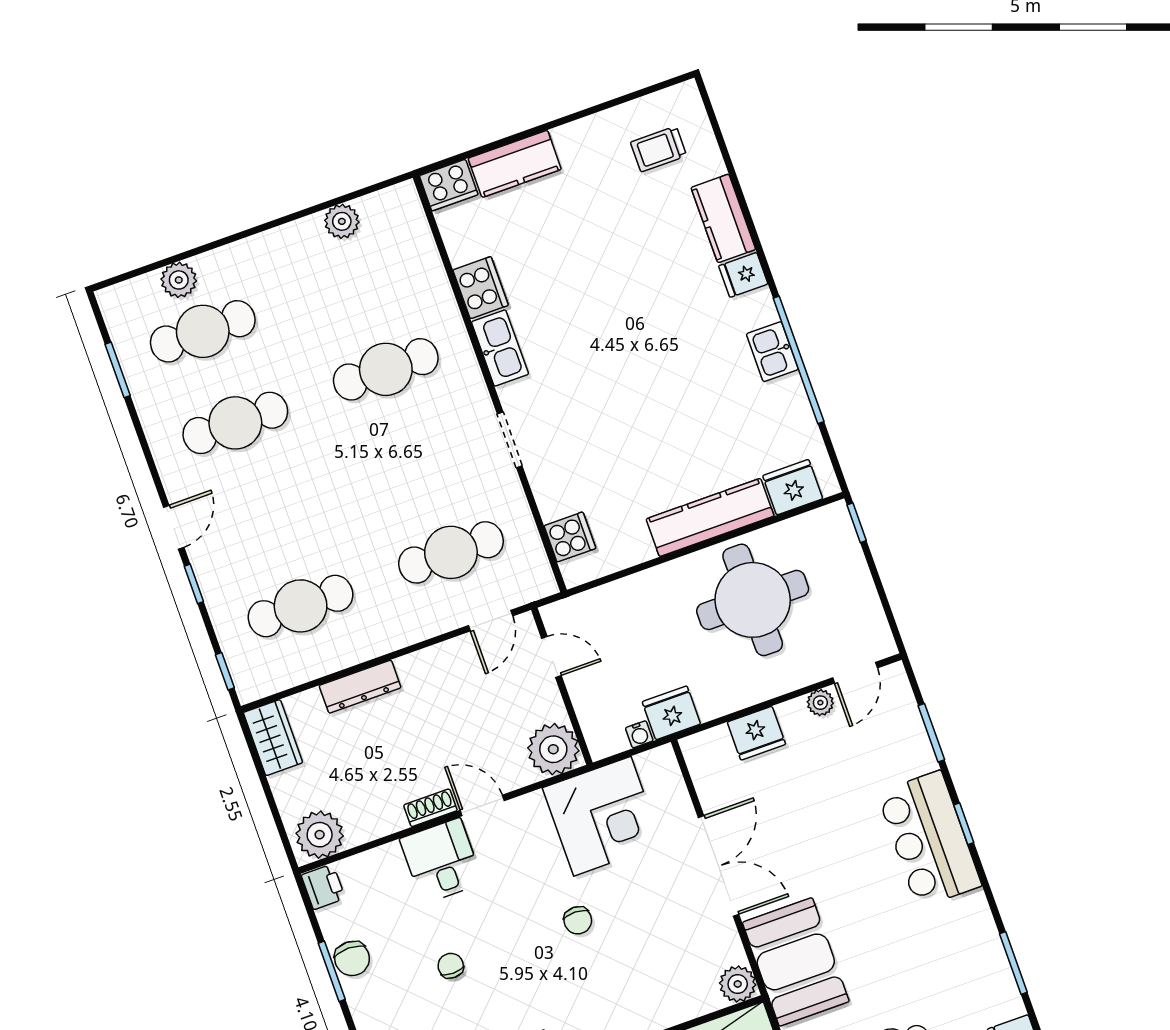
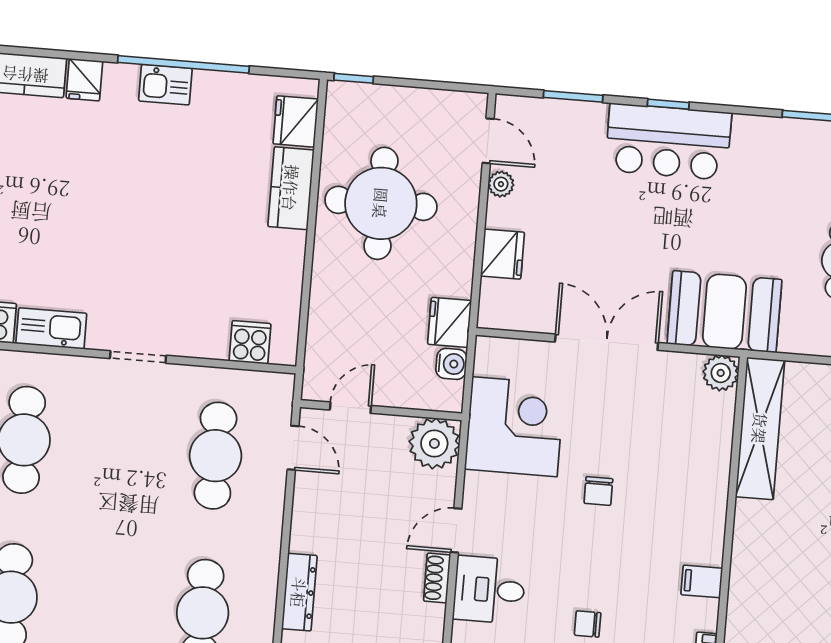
kitchen counter: (710, 517) -> (291, 188), width x0.67
water cooler: (639, 734) -> (451, 364), width x1.38, depth x1.38
chair: (578, 920) -> (598, 491), turned 89

